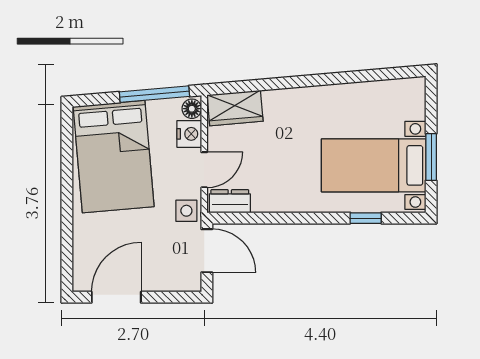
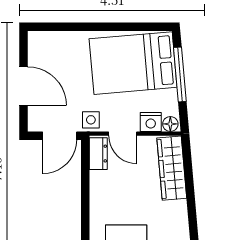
window: (154, 94) -> (180, 74), moved
wardrobe: (235, 108) -> (172, 168), width x1.50
door: (116, 297) -> (23, 86), moved

